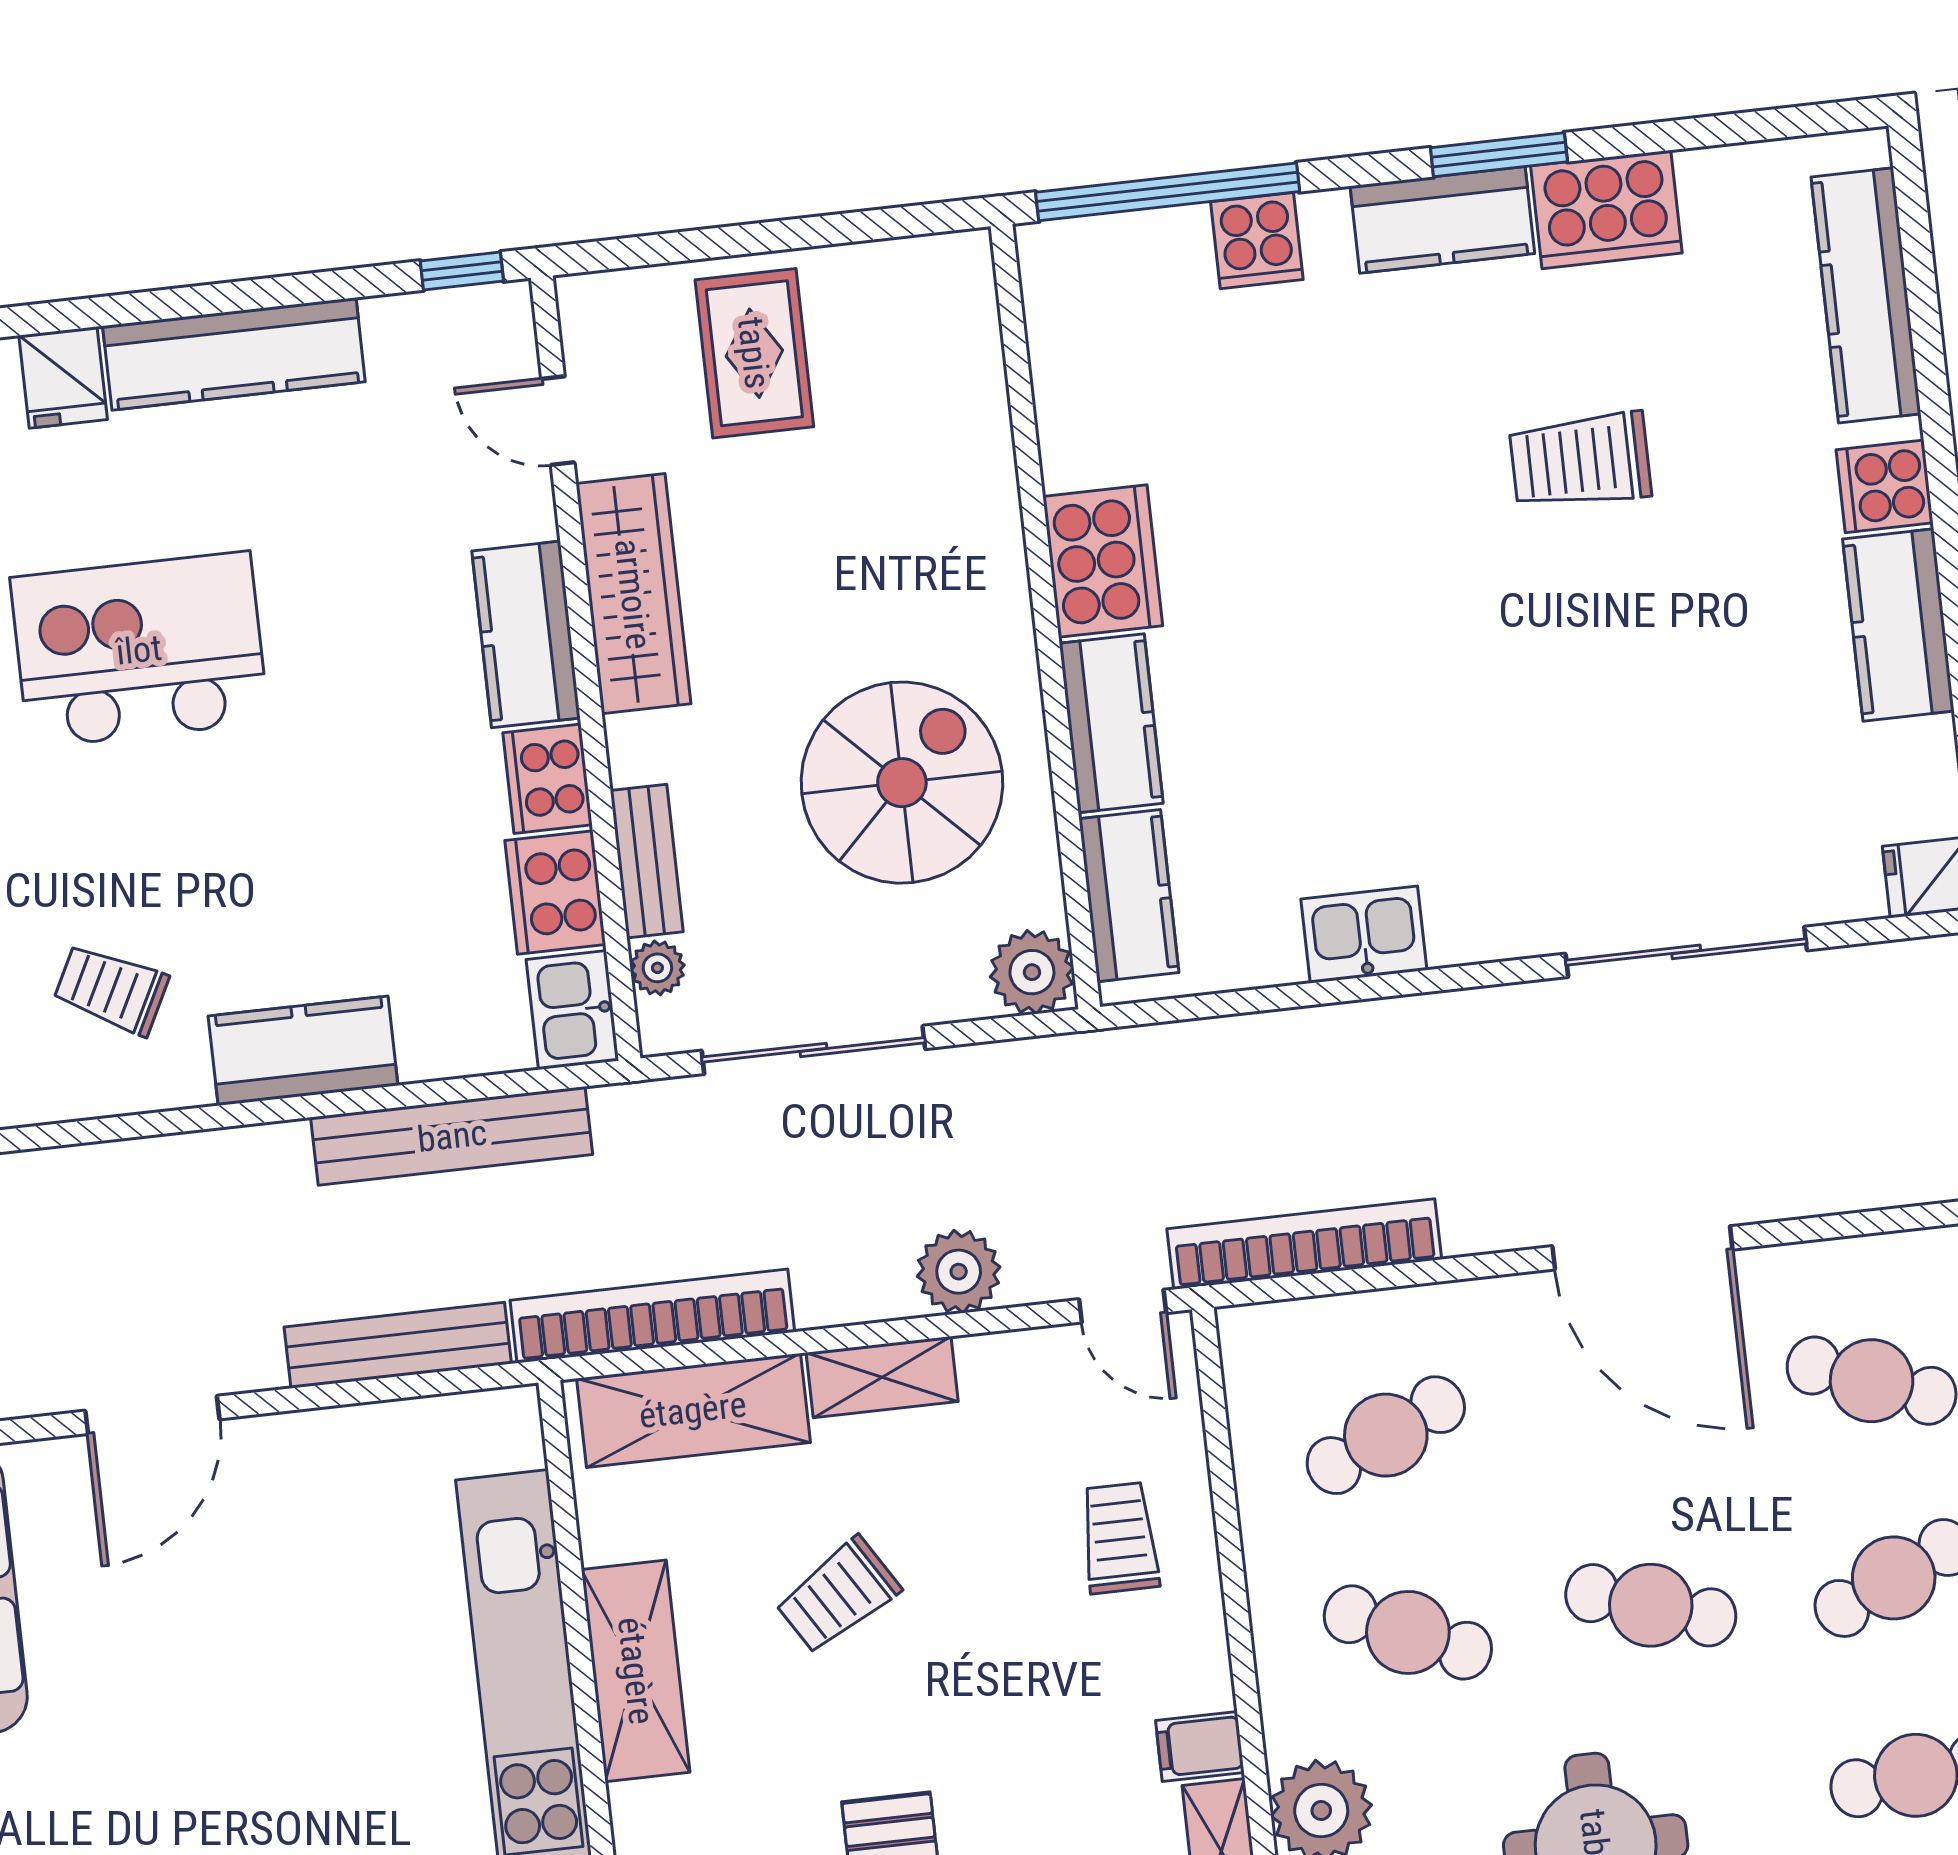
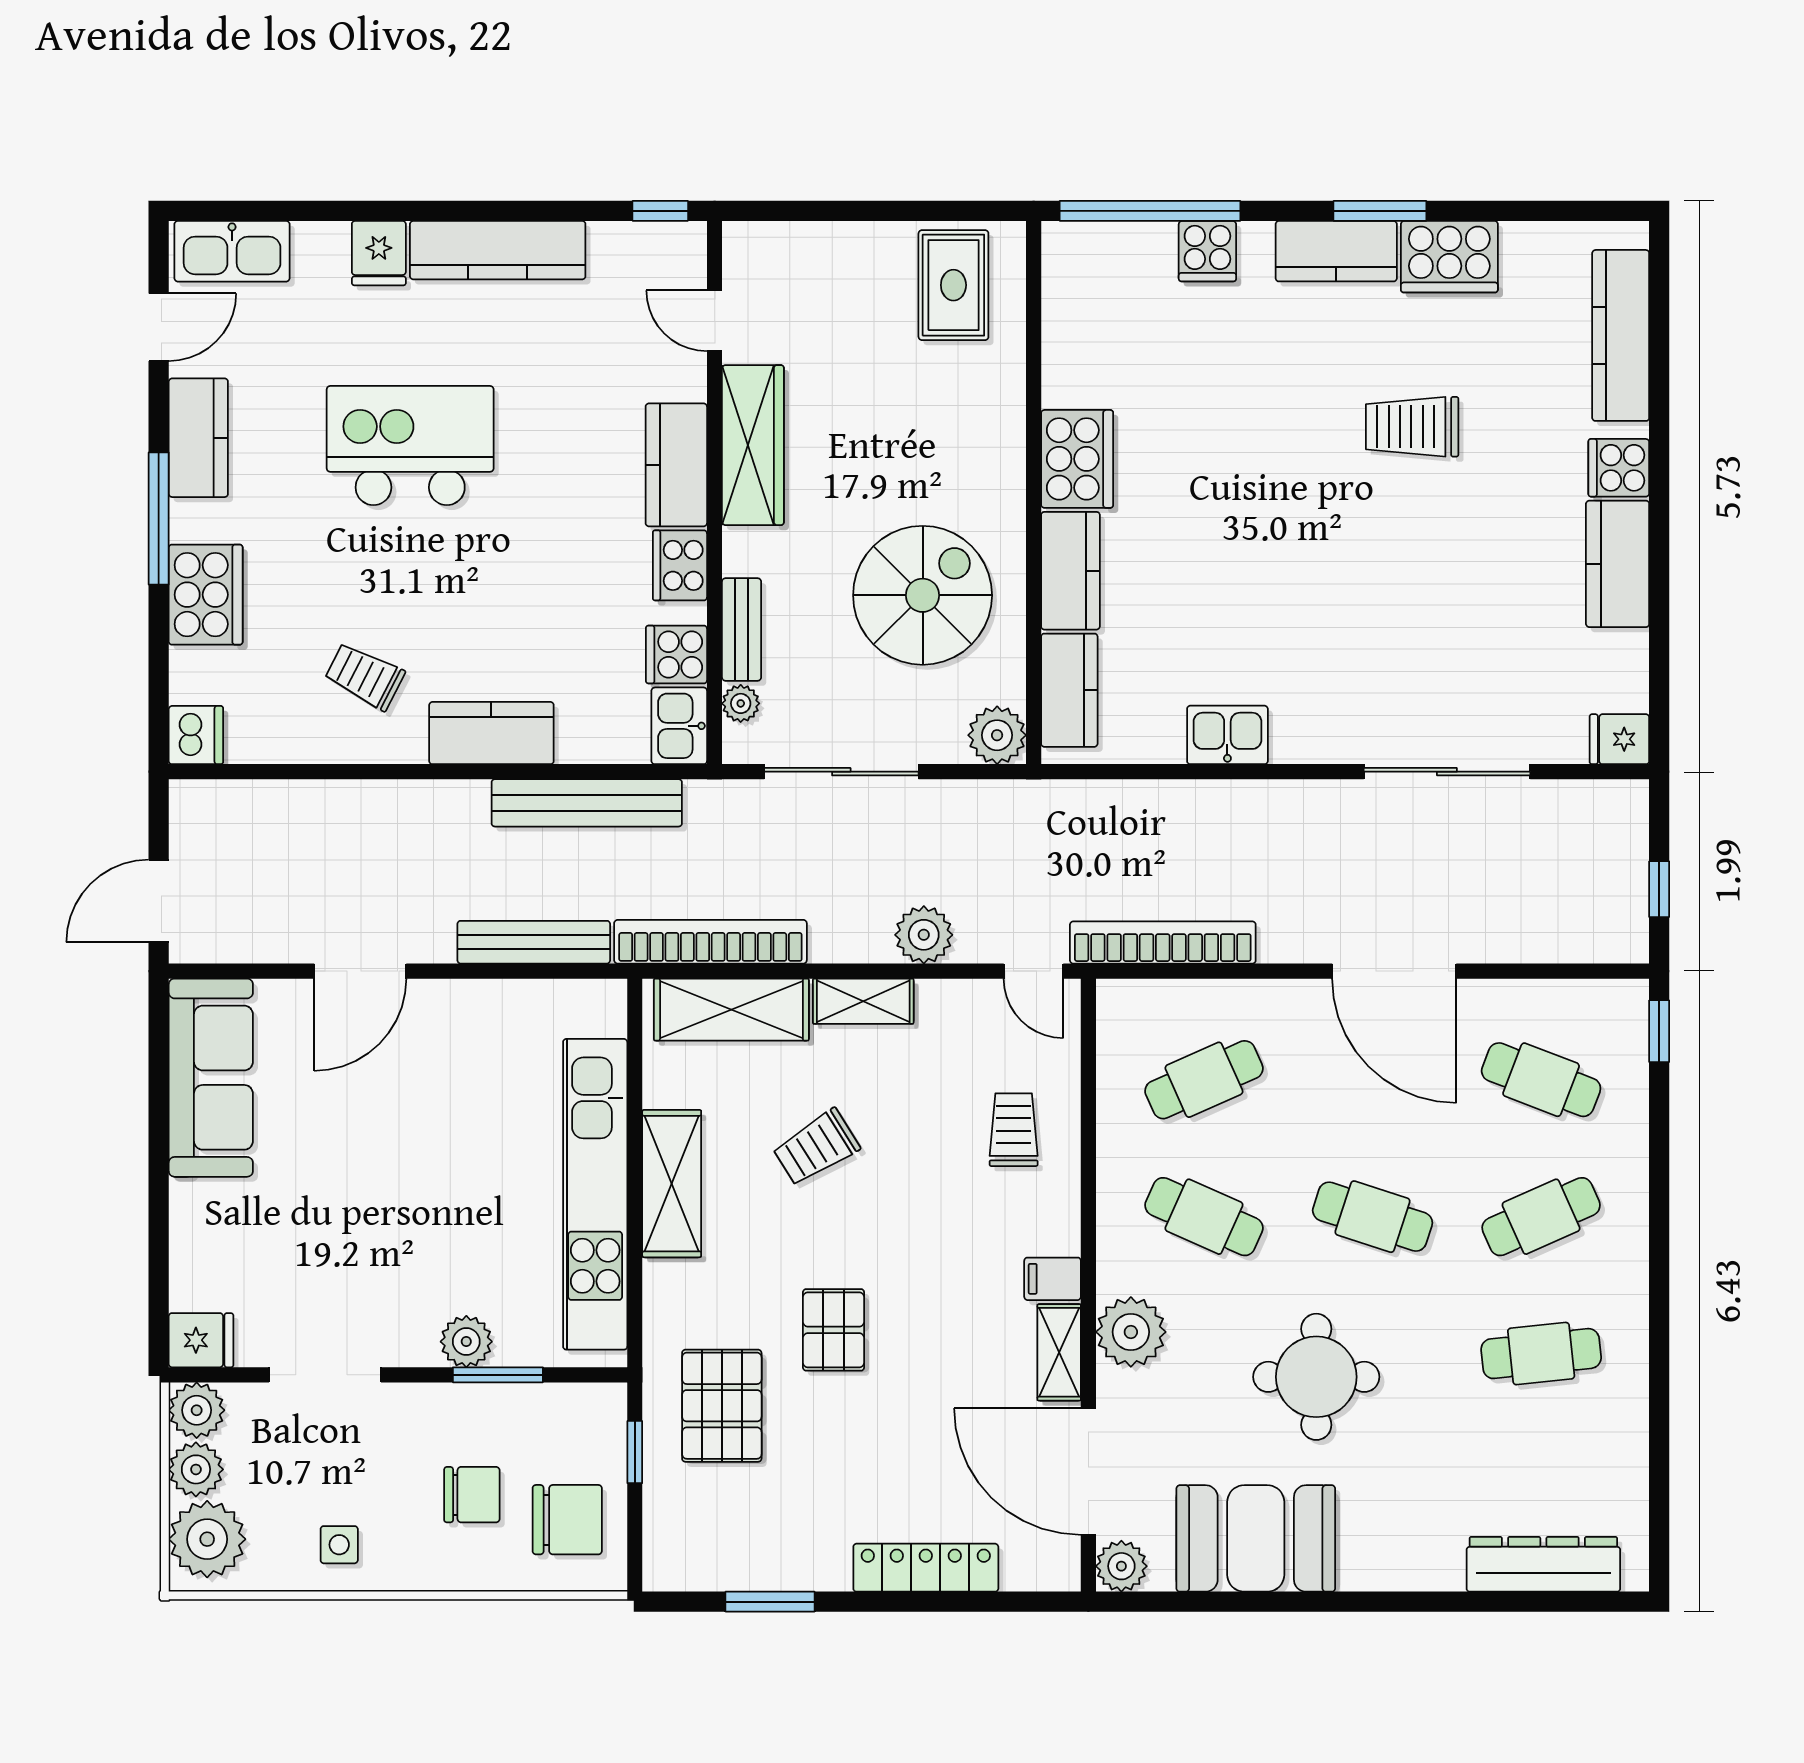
rug: (754, 353) -> (953, 285), moved
cooker: (555, 892) -> (676, 654), width x0.73

